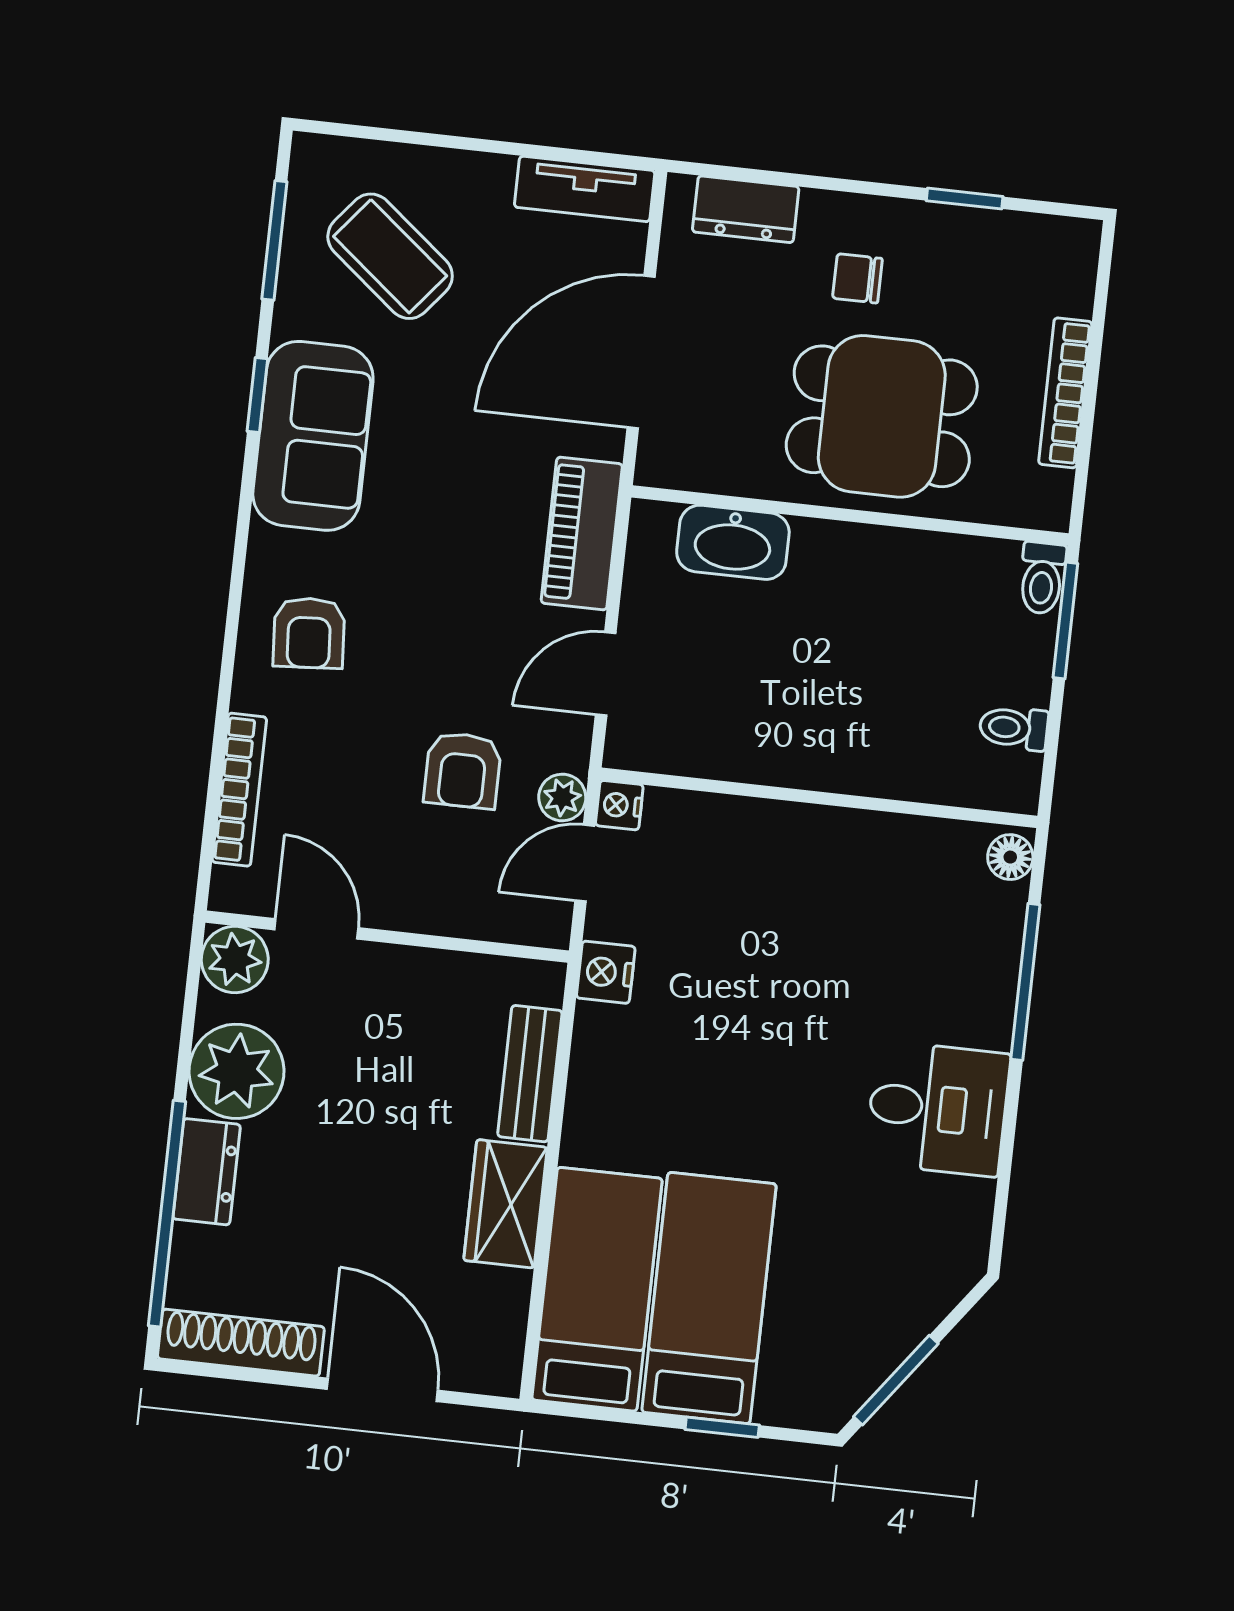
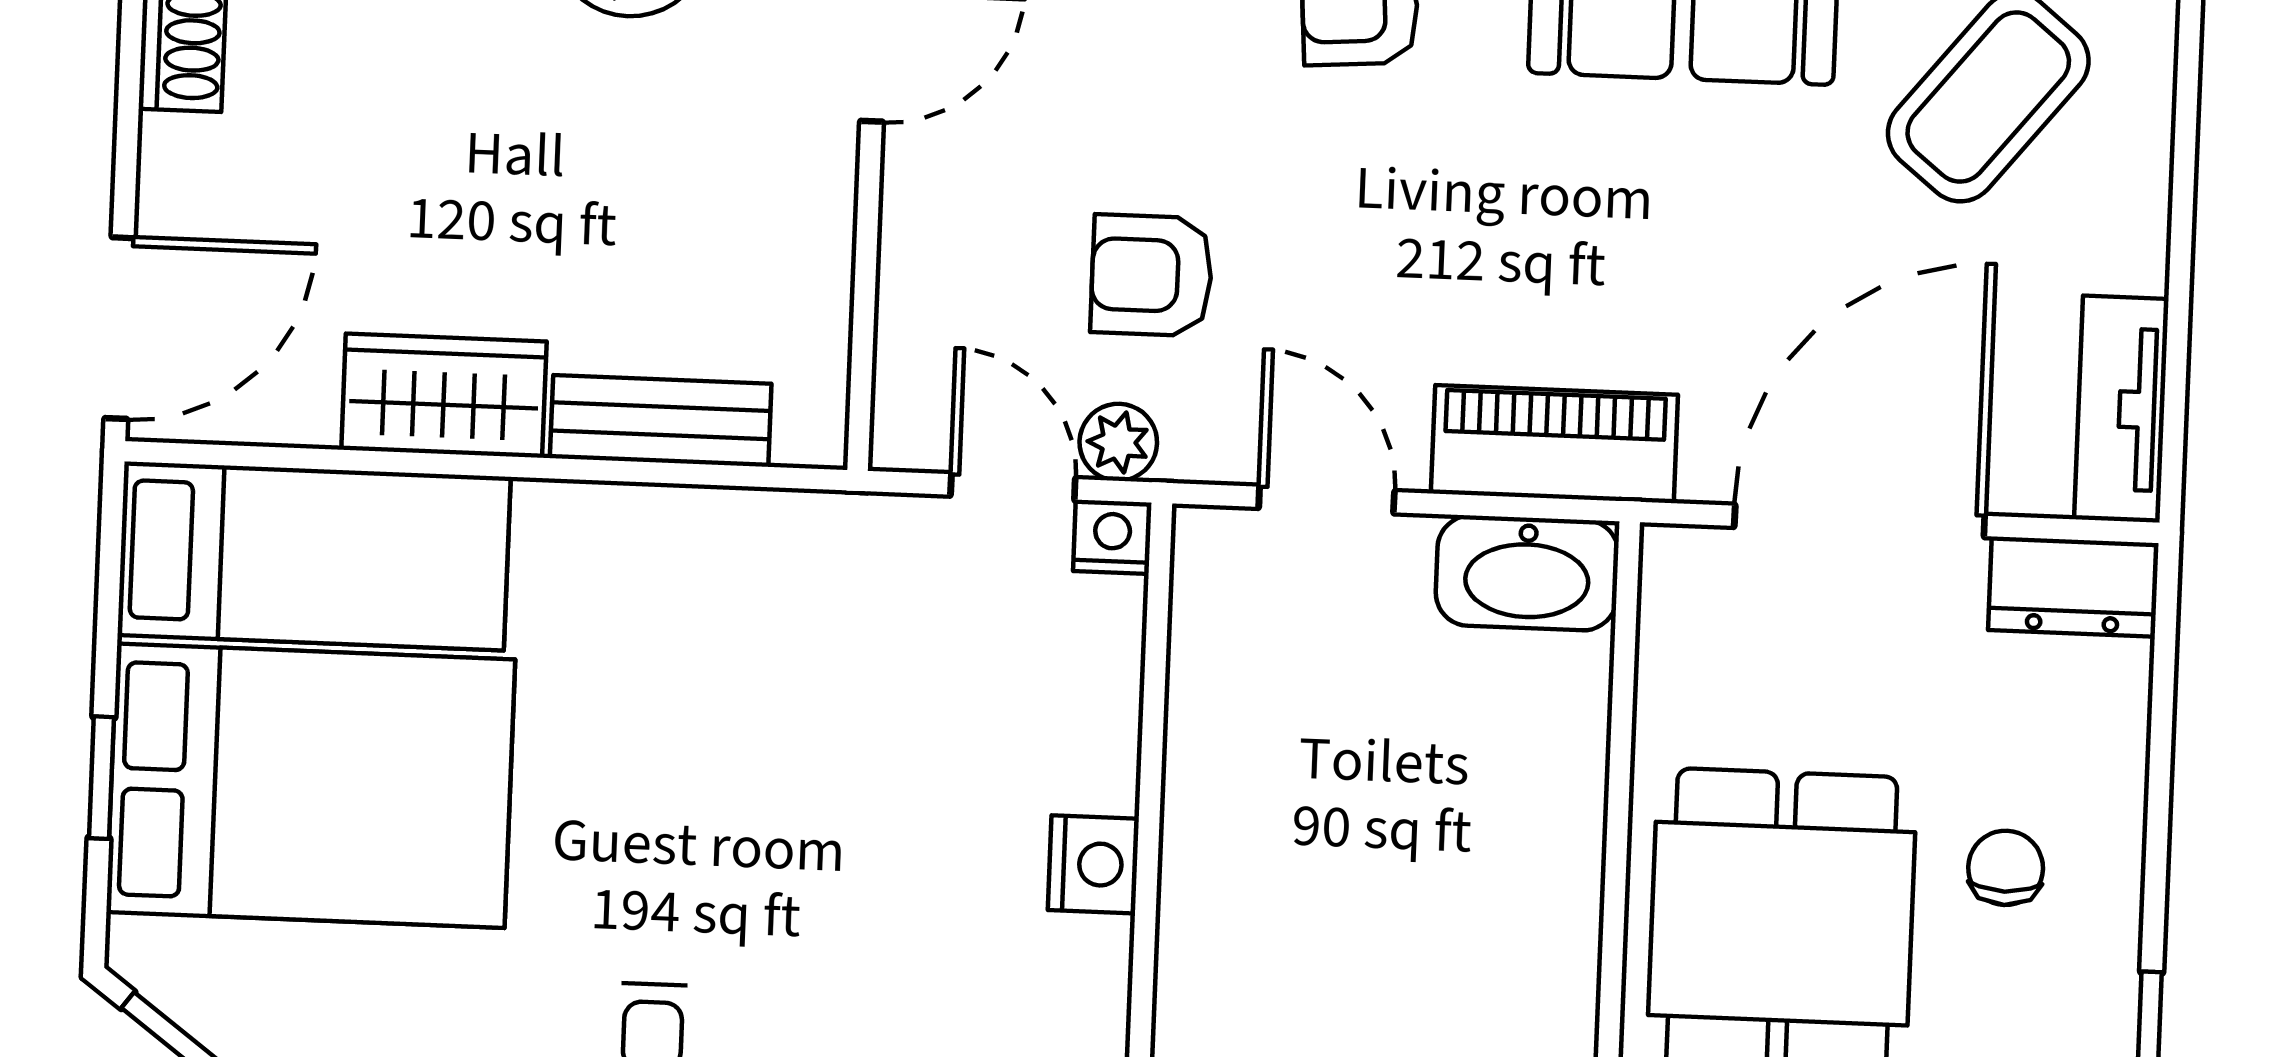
dresser: (746, 209) -> (2073, 587), moved, turned -90
door: (641, 352) -> (1860, 521), hinge flipped
washbasin: (733, 542) -> (1527, 573), moved, turned -90
nightstand: (606, 972) -> (1093, 864), moved, turned 90
bed: (709, 1298) -> (311, 786), width x1.50
door: (382, 1390) -> (119, 328), moved

